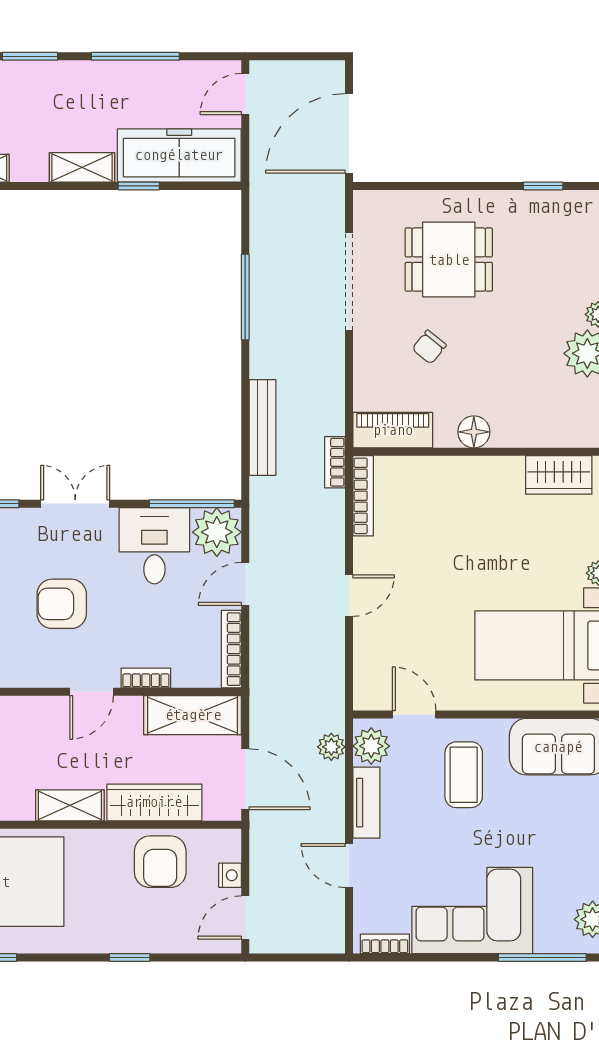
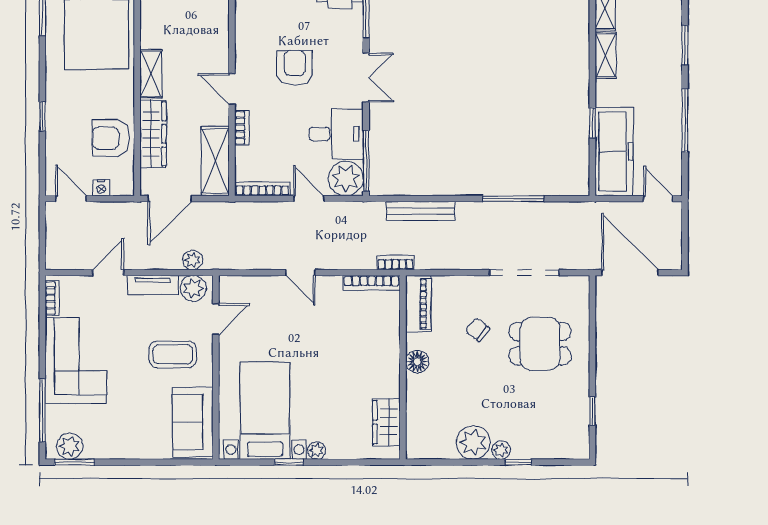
shelving: (82, 167) -> (606, 55), moved
dining table: (449, 260) -> (540, 344), turned 90

